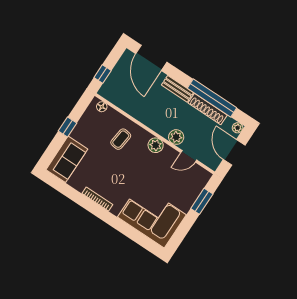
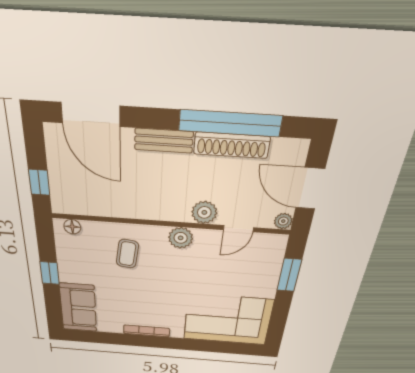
plant: (238, 128) -> (283, 221), moved

